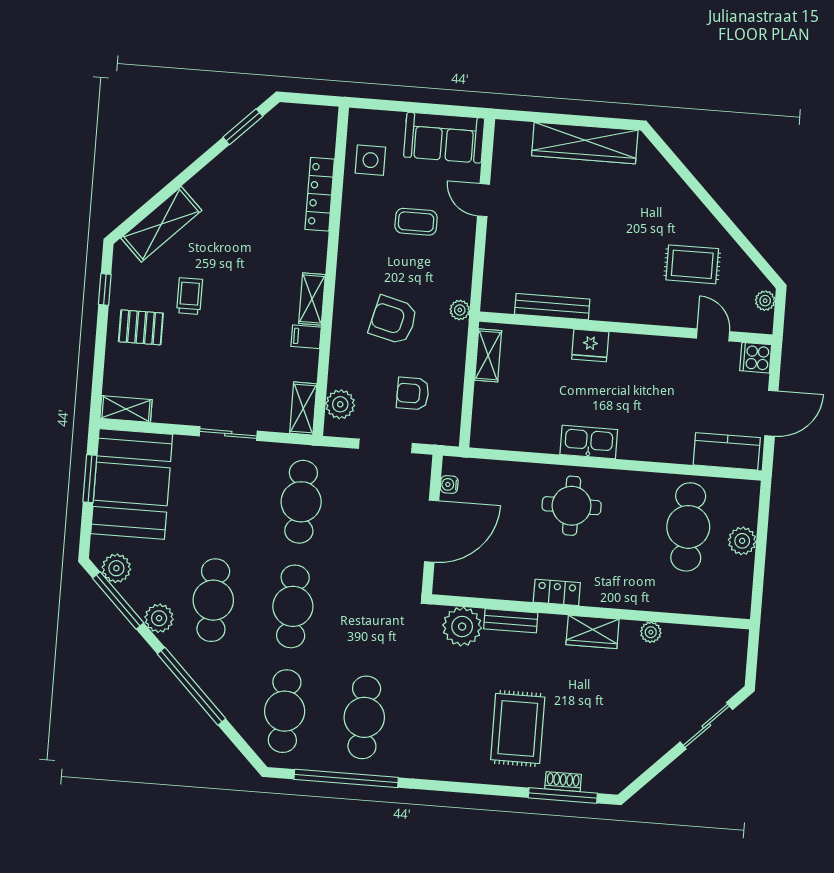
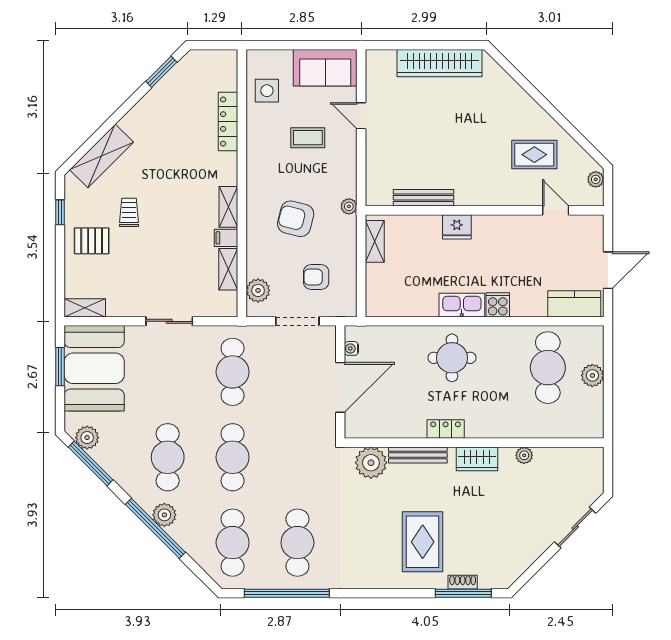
cooker: (756, 358) -> (498, 305), moved, turned 90
shelving: (303, 409) -> (228, 269), moved
plant: (159, 618) -> (164, 515), moved
bench: (511, 621) -> (418, 455), width x1.36

